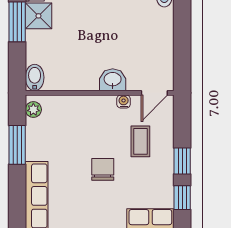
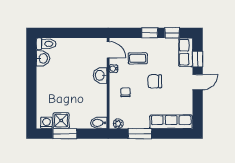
chair: (85, 121) -> (125, 92), added

